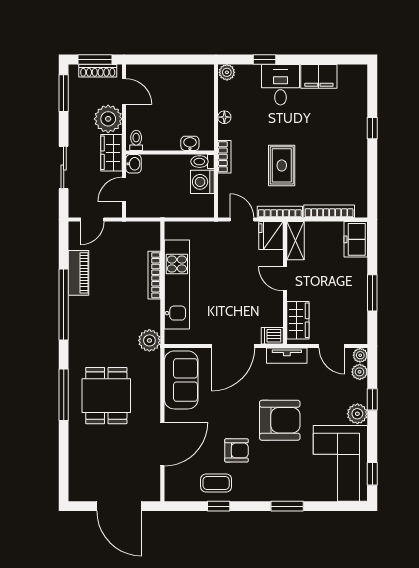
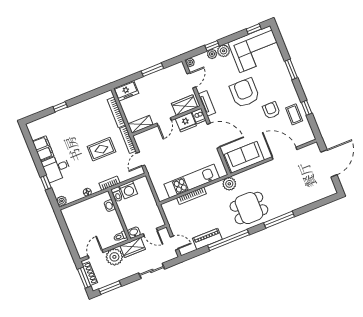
fridge: (271, 236) -> (186, 122), moved
plant: (360, 372) -> (212, 54), moved
dining table: (106, 396) -> (249, 208), moved

